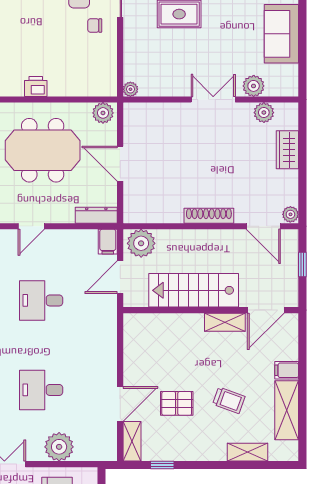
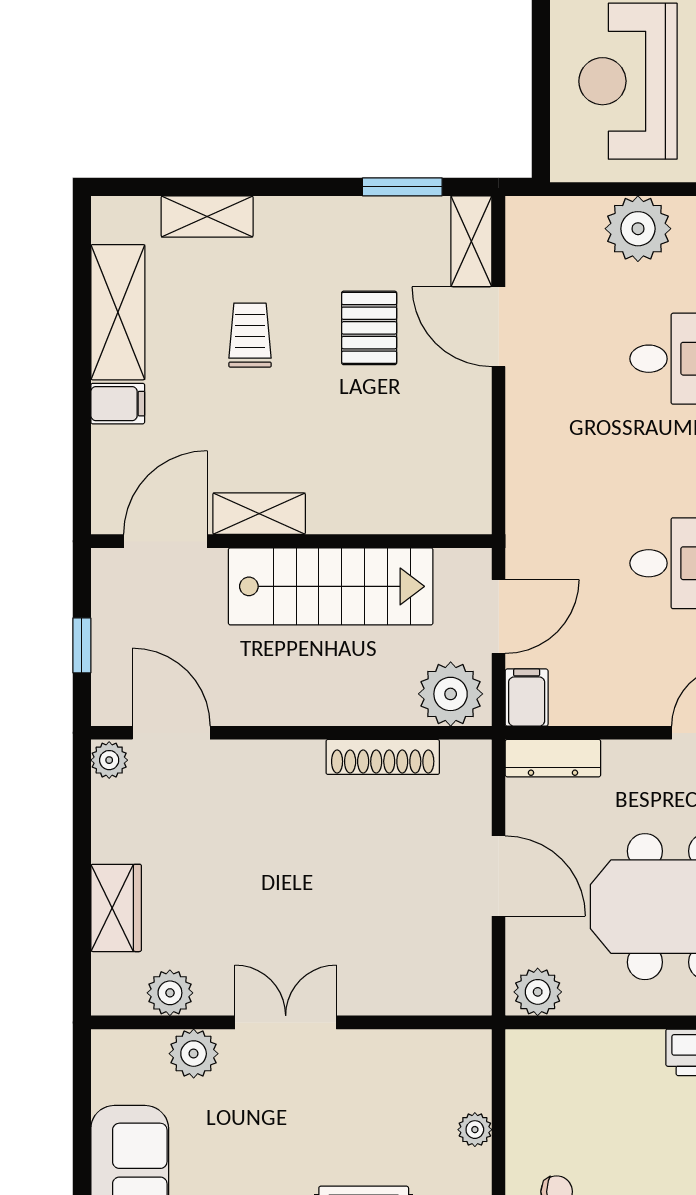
plant: (130, 89) -> (475, 1130), moved
double door: (213, 100) -> (286, 1022), swing flipped
shoe rack: (209, 216) -> (383, 757), moved
trolley: (229, 400) -> (250, 335), turned 70
pallet: (177, 403) -> (369, 328), turned 90
door: (120, 404) -> (499, 327), hinge flipped
window: (162, 465) -> (402, 187), width x1.50

